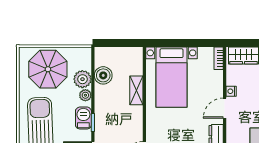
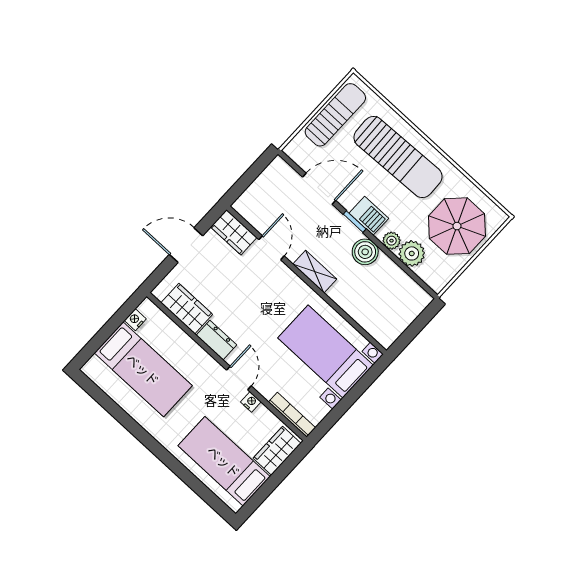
bookcase: (219, 58) -> (292, 415), width x1.56
boiler: (103, 75) -> (365, 252), moved
shelving: (136, 90) -> (315, 272), moved

